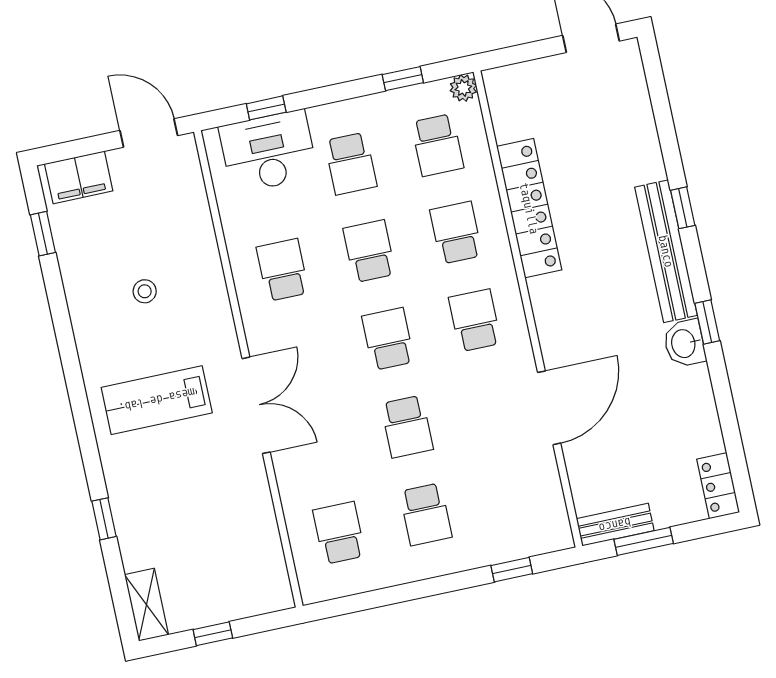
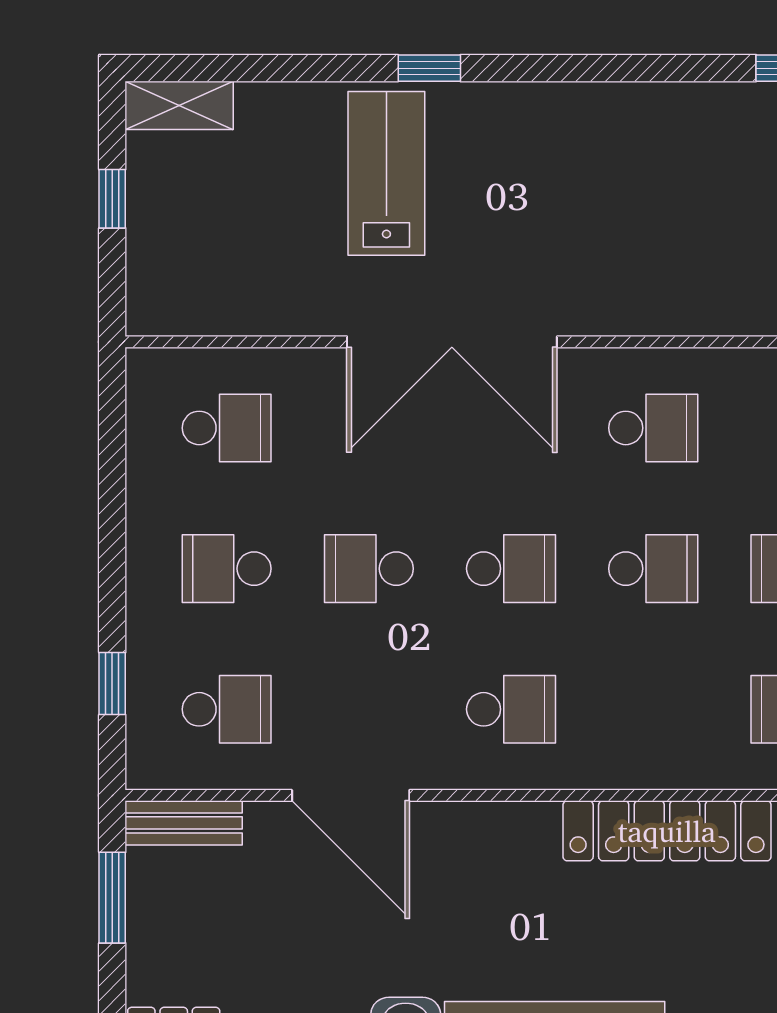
school desk: (456, 233) -> (227, 709), moved
stool: (145, 291) -> (666, 207), removed
lab bench: (157, 400) -> (386, 173), moved
double door: (256, 405) -> (452, 342), width x1.36
window: (104, 519) -> (429, 68), moved
bench: (615, 525) -> (184, 823), moved, turned 90

